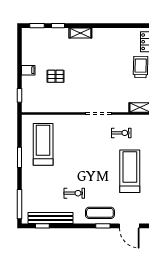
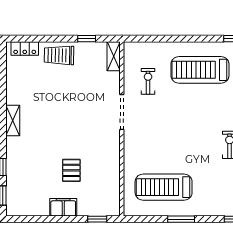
shelving: (80, 33) -> (13, 120), moved
filing cabinet: (28, 70) -> (63, 207), width x2.00

